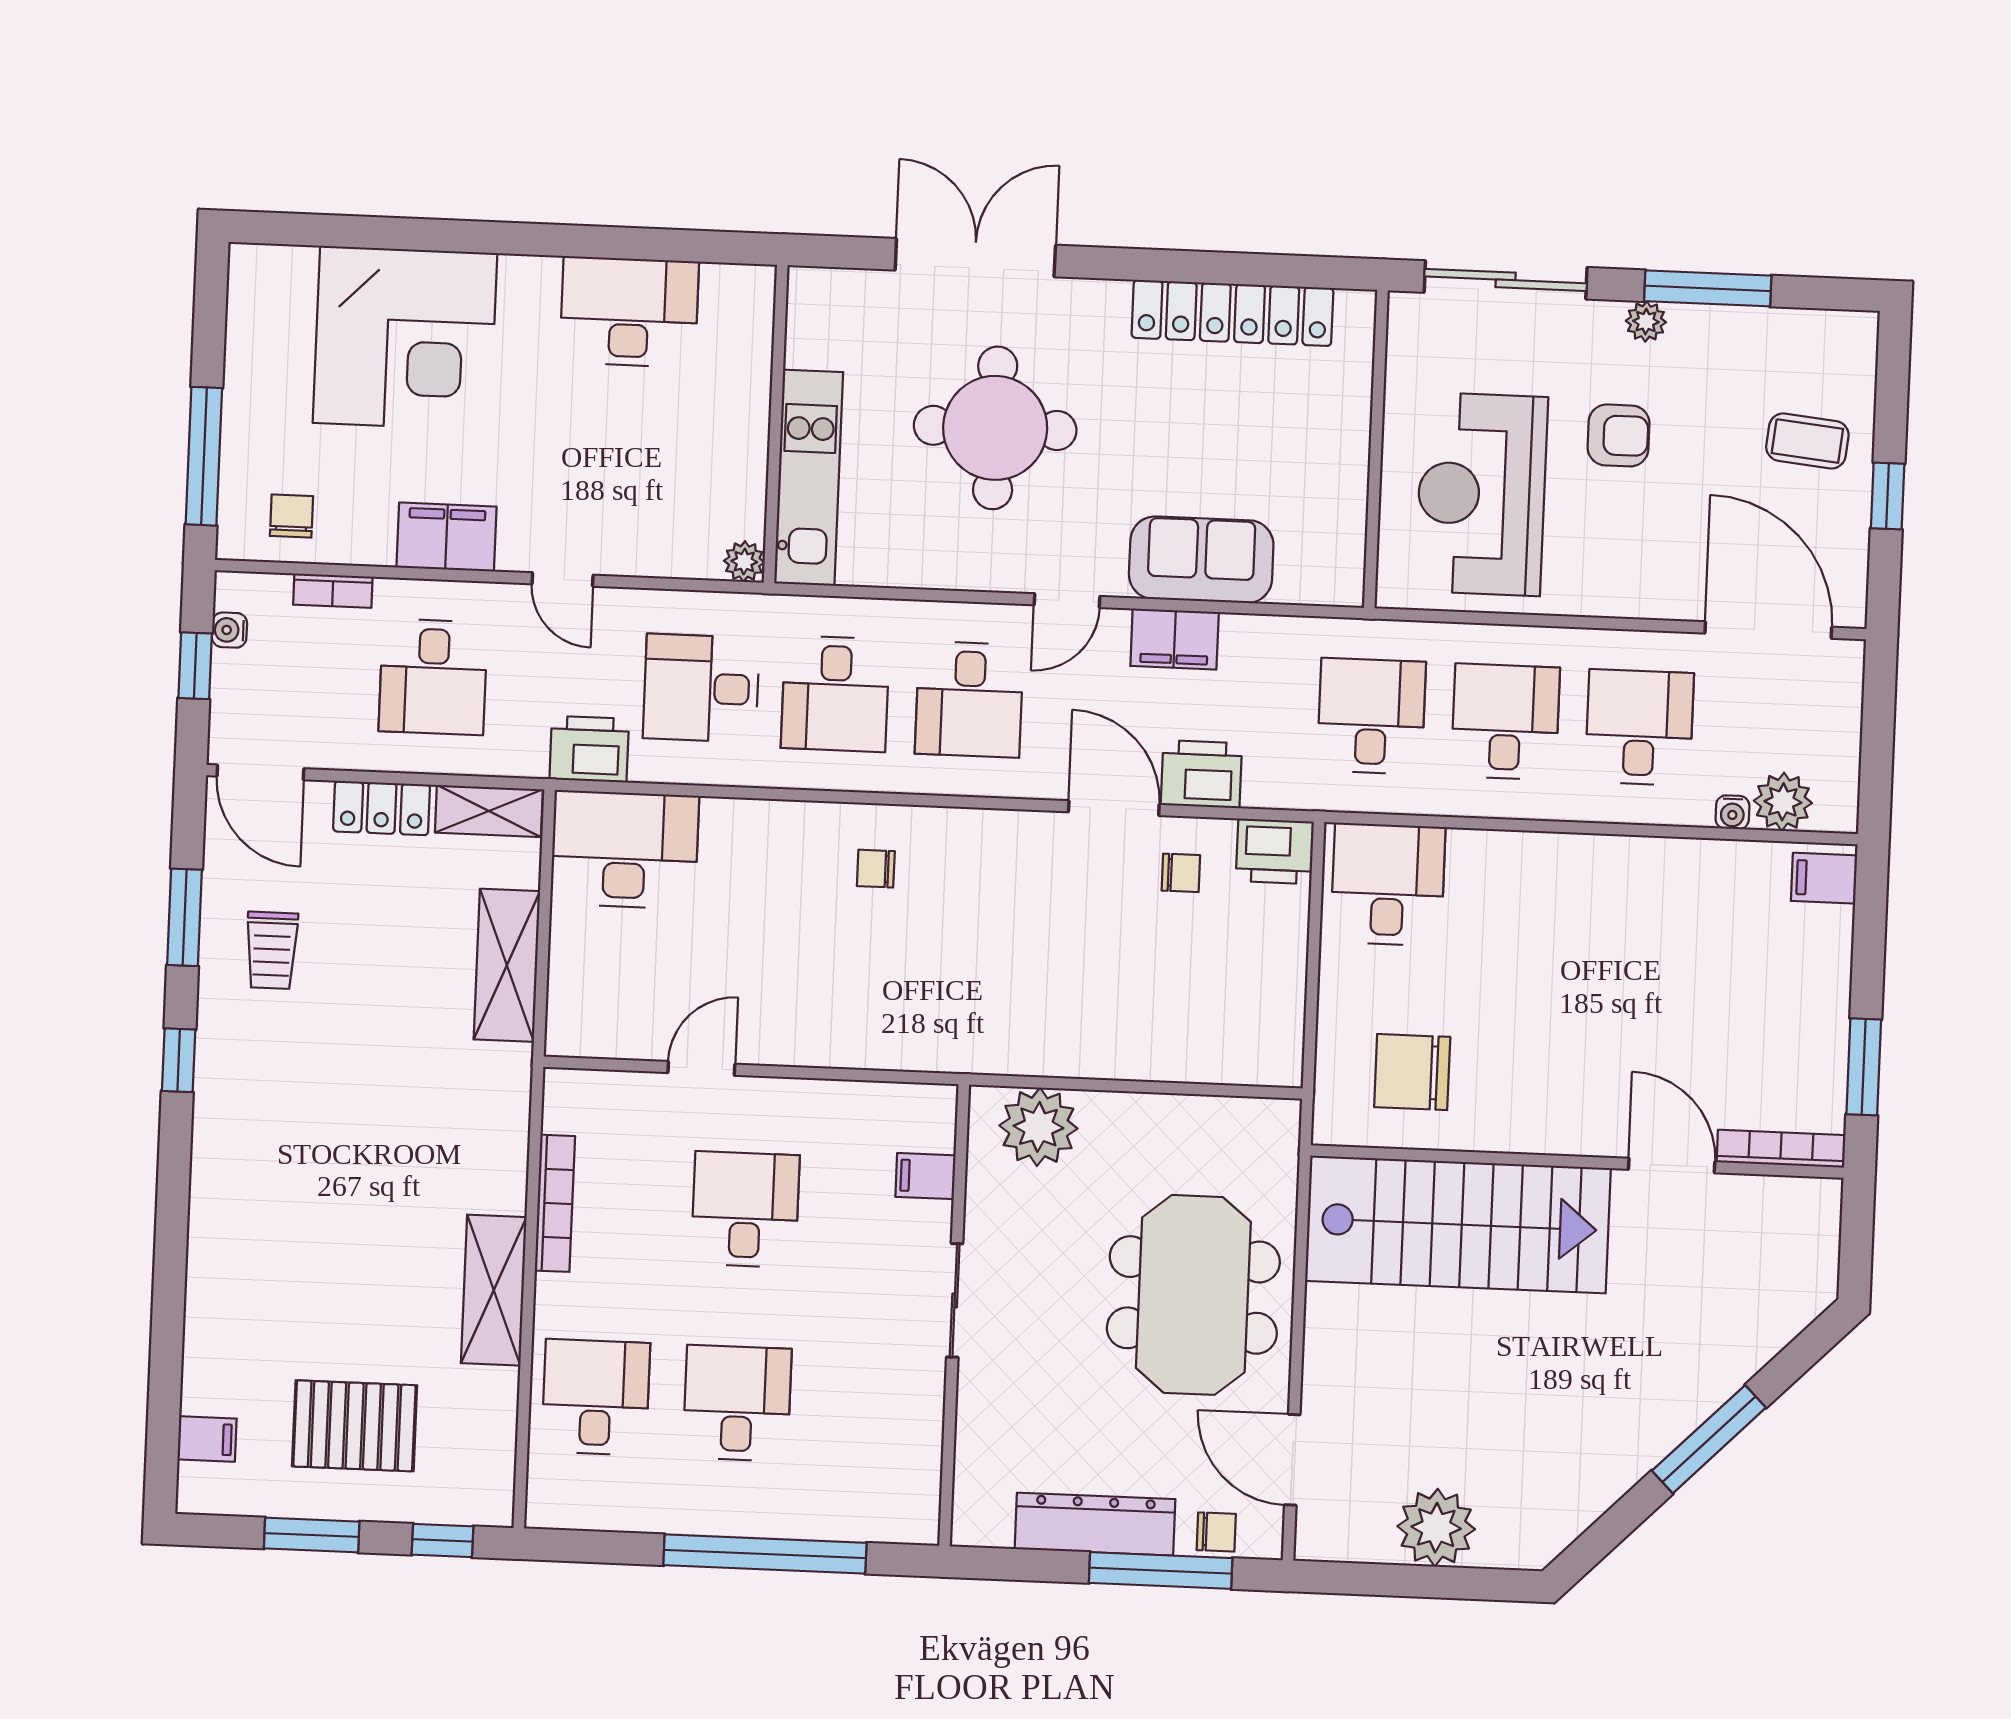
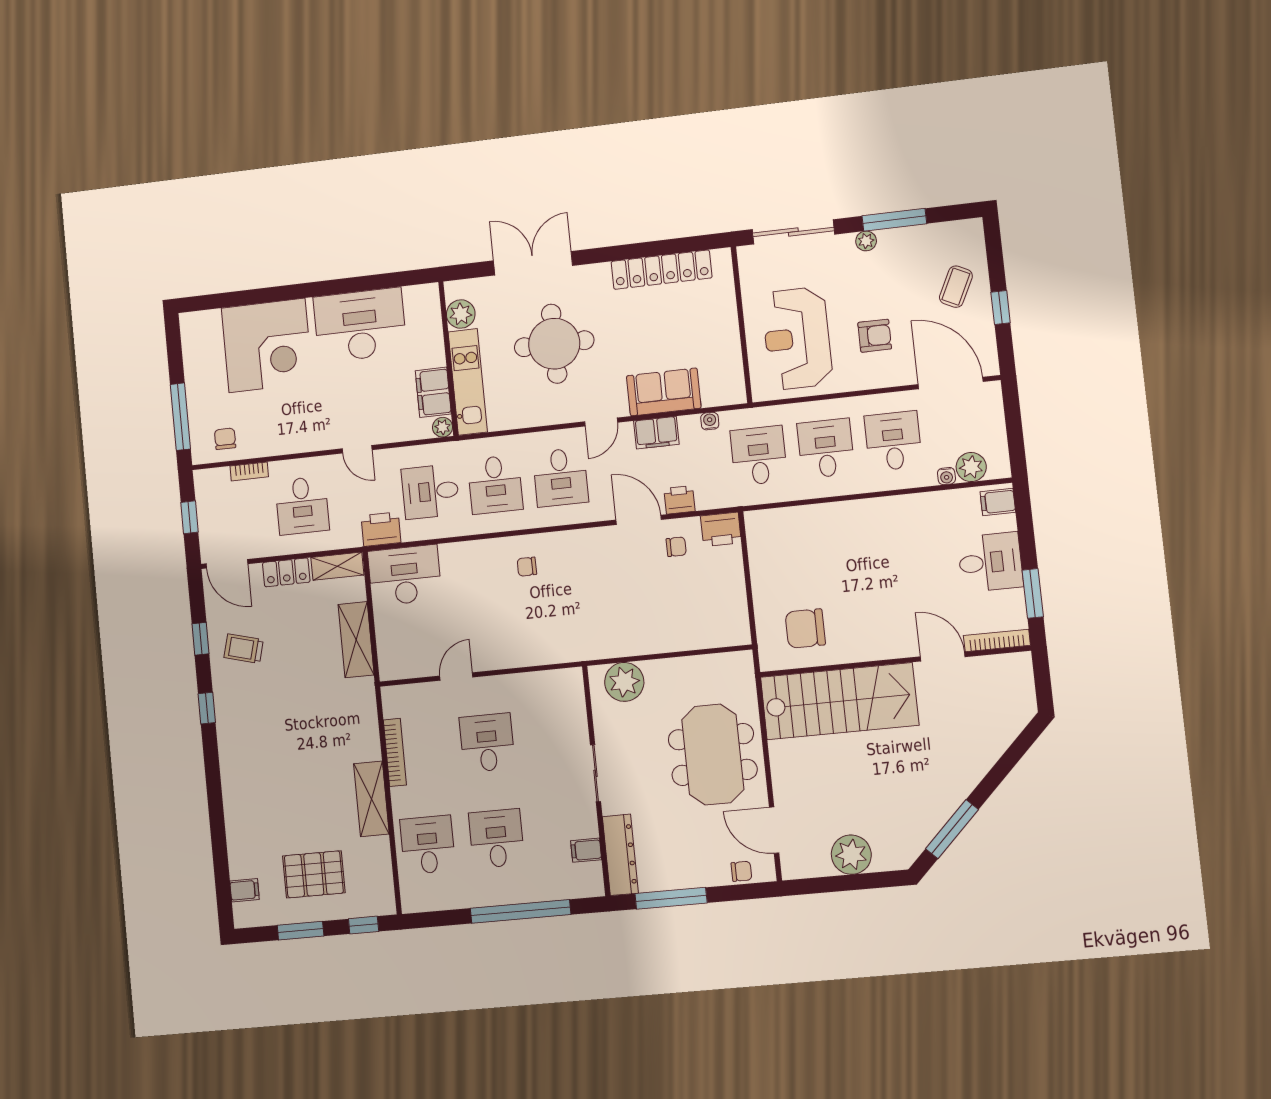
desk: (629, 312) -> (360, 325), width x1.36, depth x1.30
plant: (814, 337) -> (461, 314), added
armchair: (1618, 435) -> (875, 336), moved
coffee table: (1807, 441) -> (956, 287), turned -70
filing cabinet: (447, 537) -> (433, 392), moved, turned -90
water cooler: (229, 630) -> (710, 421), moved, turned 90
printer: (1201, 774) -> (679, 500), width x0.73, depth x0.81
desk: (1388, 885) -> (990, 562), moved, turned 90
window: (185, 917) -> (200, 639), width x0.67
trolley: (272, 950) -> (244, 649), turned 105
filing cabinet: (925, 1176) -> (586, 850), moved
window: (1709, 1439) -> (952, 829), moved
dresser: (1095, 1524) -> (620, 855), moved, turned 90
window: (1161, 1571) -> (671, 898), moved

